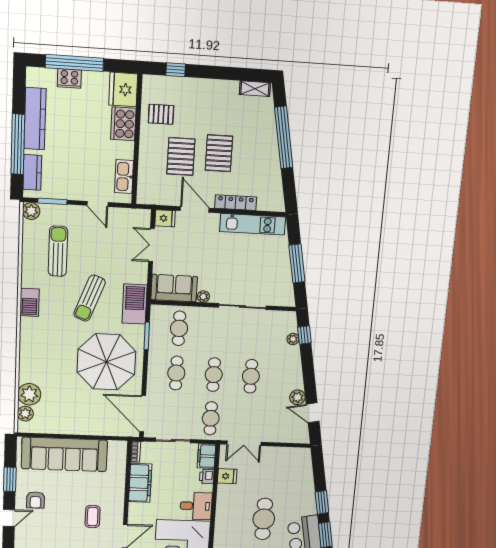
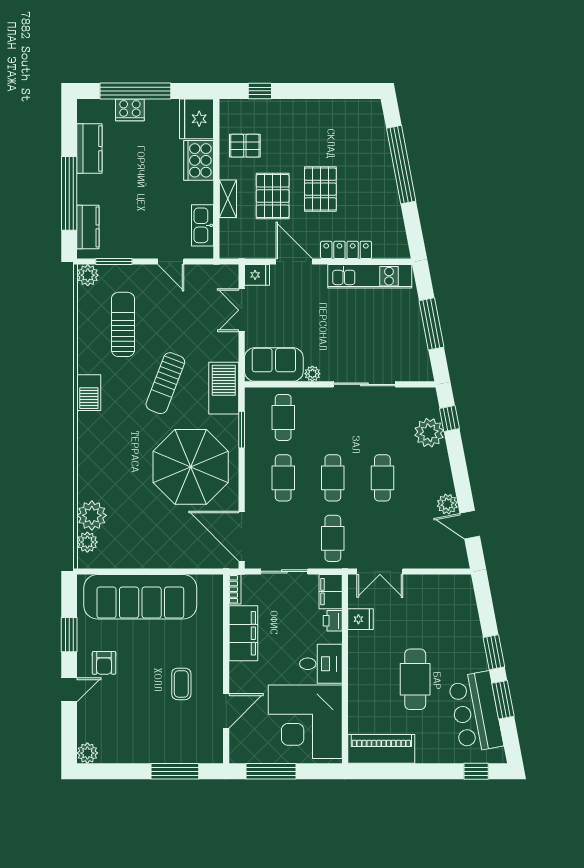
shelving: (255, 89) -> (228, 199), moved, turned 90
kitchen counter: (35, 119) -> (89, 149), width x0.67
plant: (293, 339) -> (429, 433), width x1.87, depth x1.87

